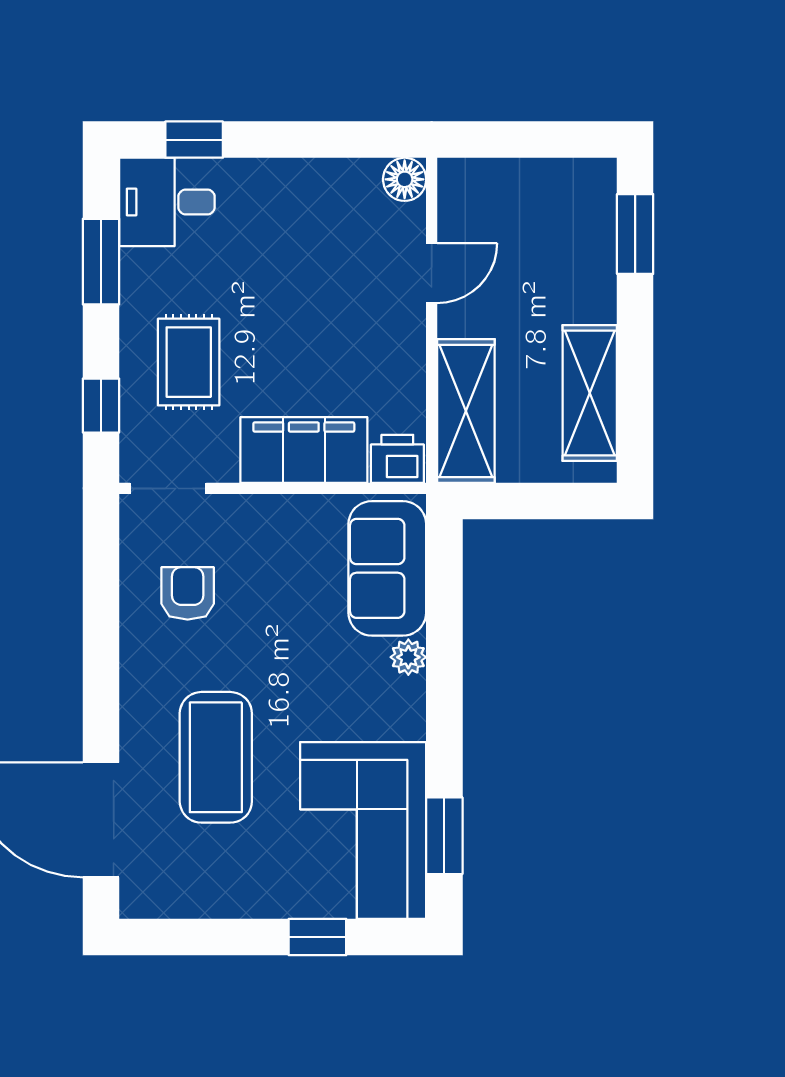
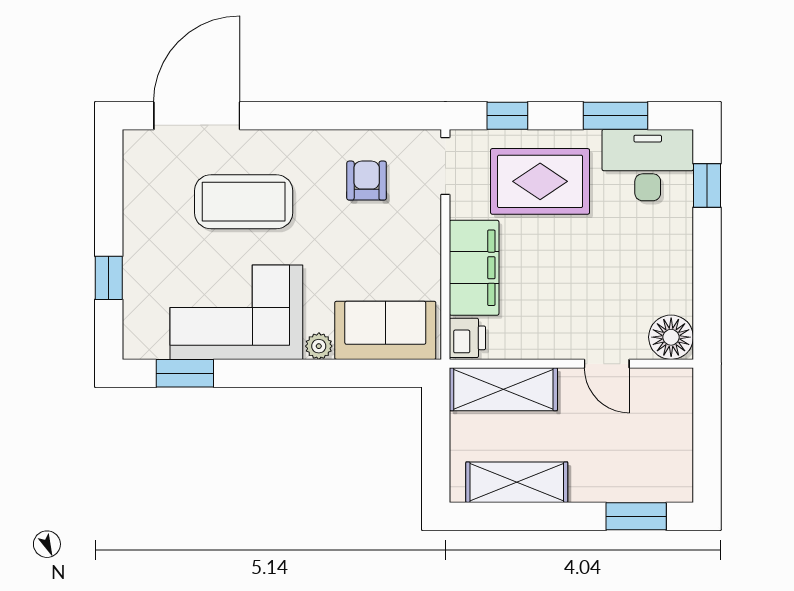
floor lamp: (405, 179) -> (671, 337), width x1.38, depth x1.38
desk: (167, 202) -> (648, 165), width x1.37
rug: (189, 362) -> (540, 181), width x1.36, depth x1.43
armchair: (188, 593) -> (367, 181), turned -90
corner sofa: (363, 830) -> (236, 312), moved

